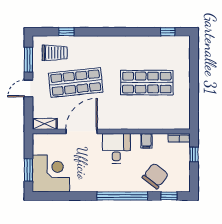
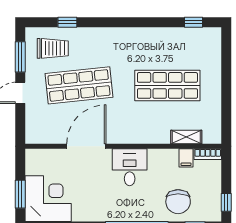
shelving: (45, 124) -> (186, 137), moved
filing cabinet: (146, 141) -> (186, 158), moved
window: (194, 154) -> (226, 202), moved
chair: (155, 176) -> (178, 202), turned 142

